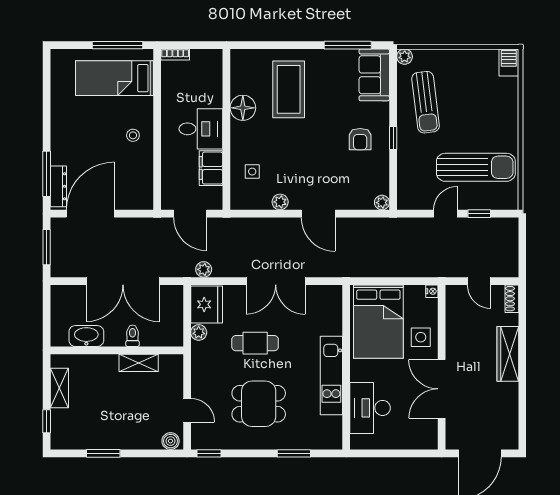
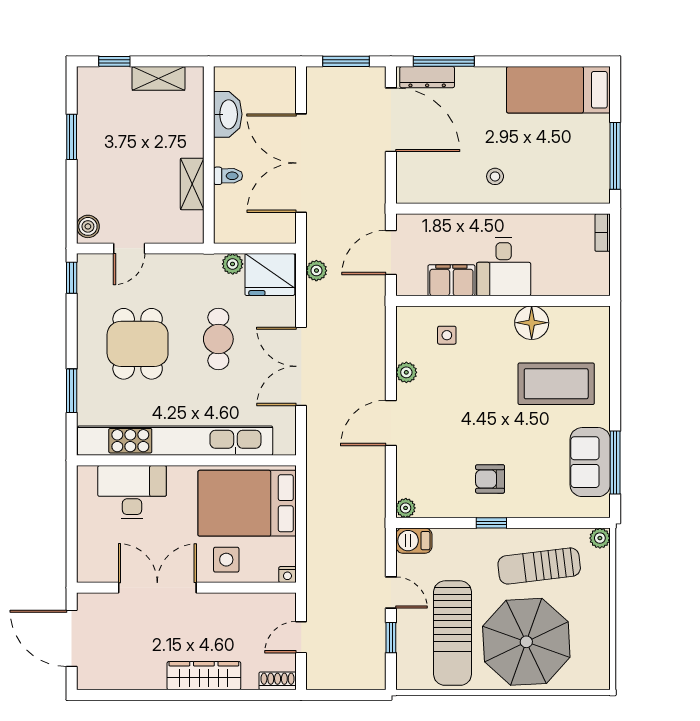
barbecue: (509, 62) -> (414, 541), moved, turned 180
sofa: (374, 75) -> (590, 462), moved, turned -90
bed: (115, 78) -> (558, 90), moved, turned -90
parasol: (482, 112) -> (526, 642), added
kitchen unit: (331, 376) -> (175, 441), width x1.86

